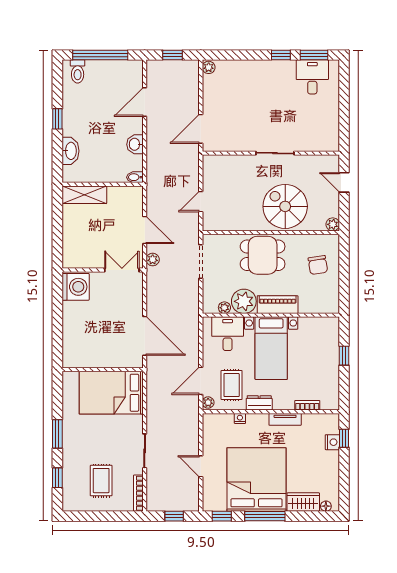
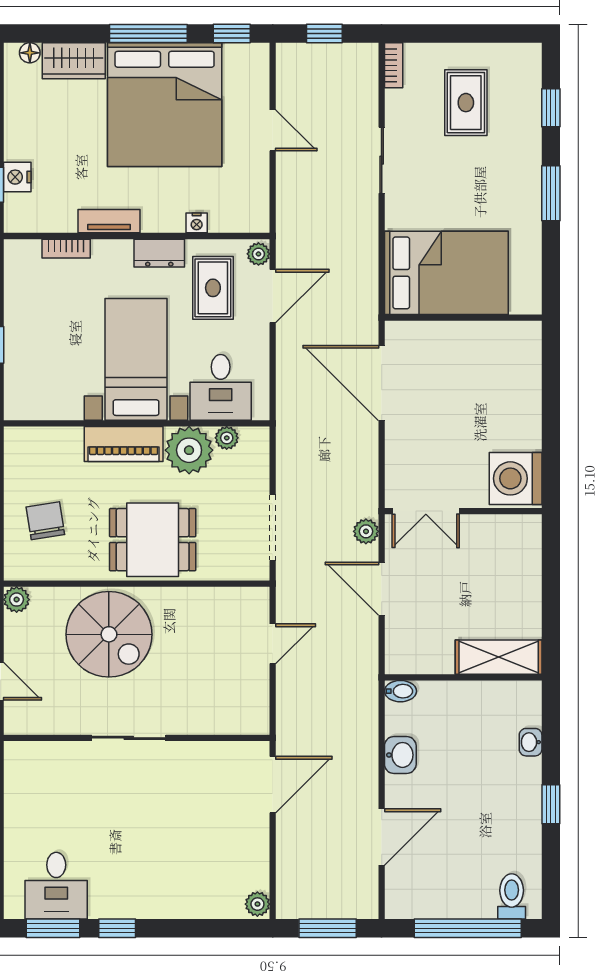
window: (172, 55) -> (328, 928), width x1.50
washbasin: (70, 151) -> (531, 742), width x0.52, depth x0.69
bookcase: (138, 493) -> (394, 65), width x0.64

